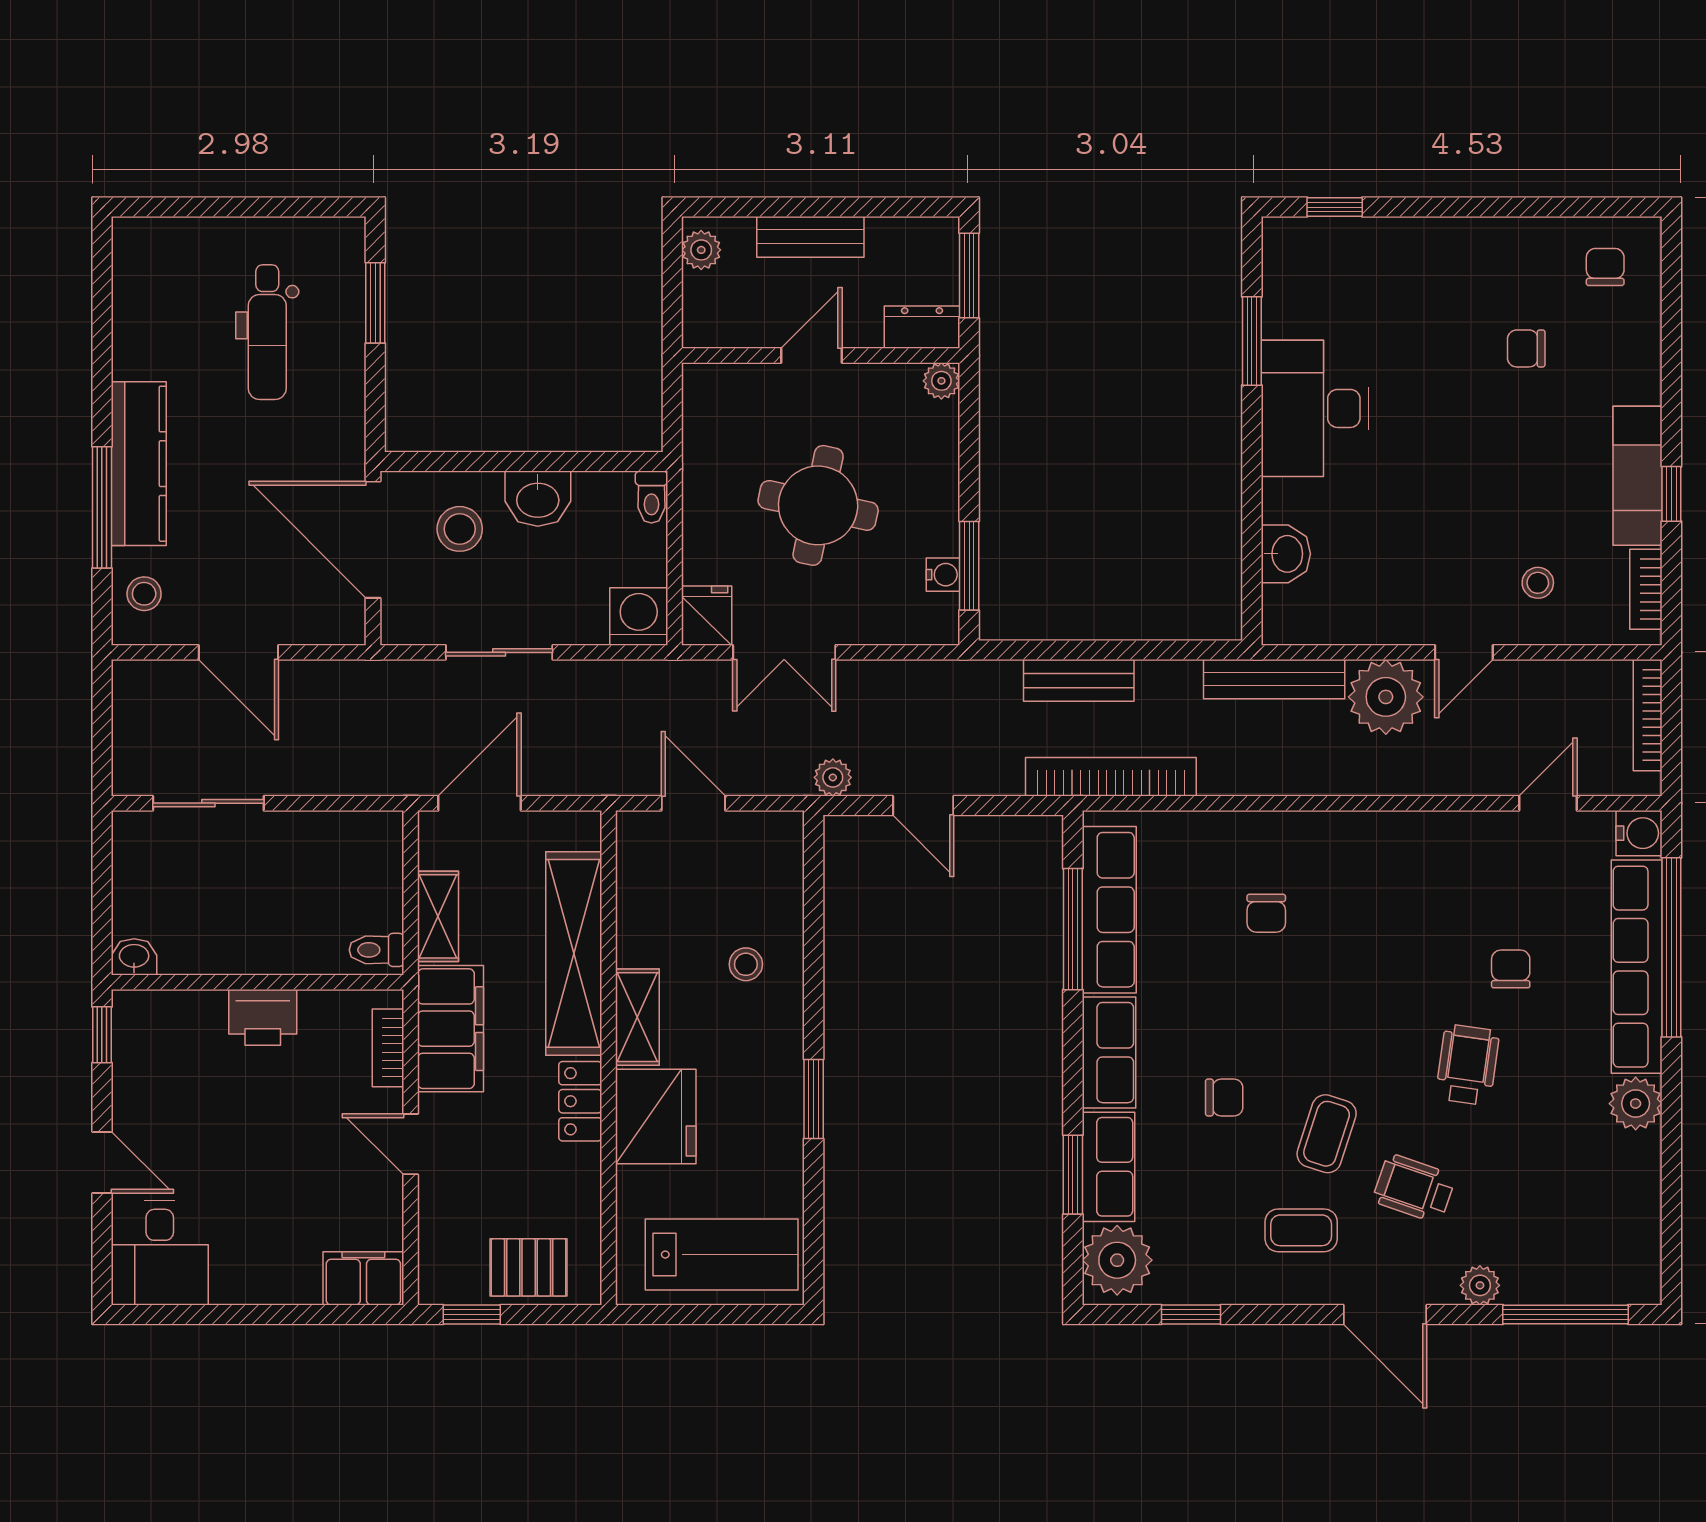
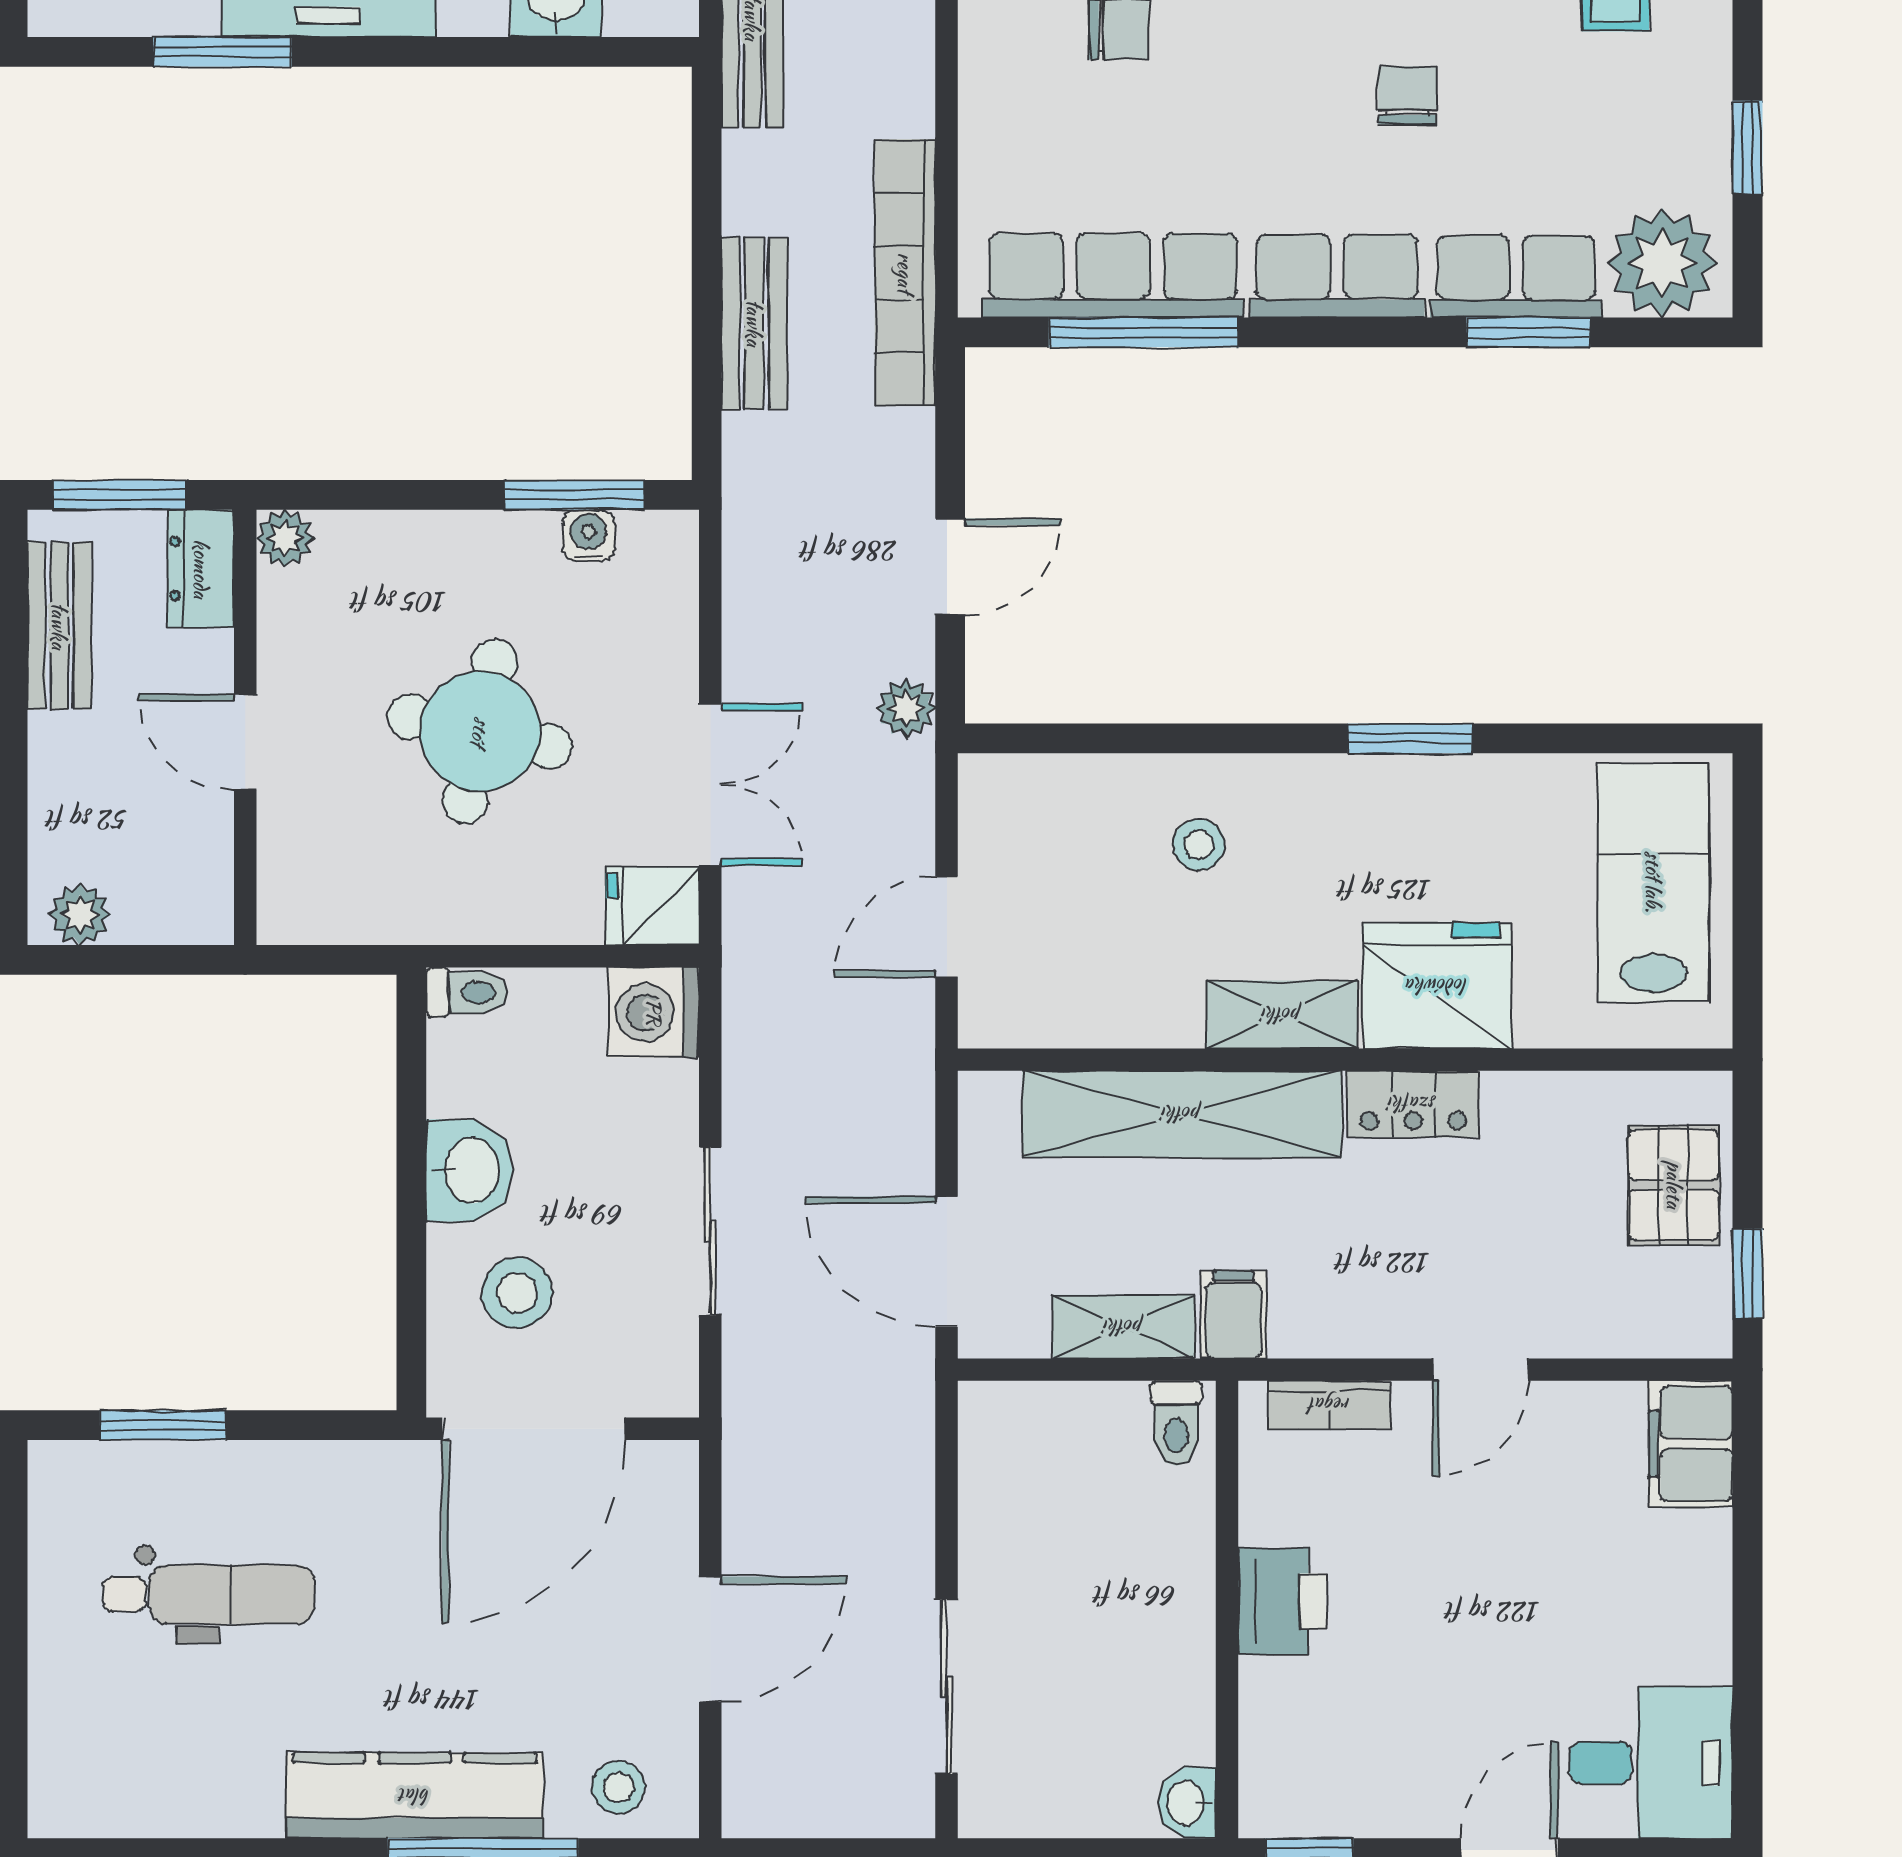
bench: (810, 237) -> (59, 626), moved
filing cabinet: (451, 1029) -> (1234, 1315), width x0.33, depth x0.86

